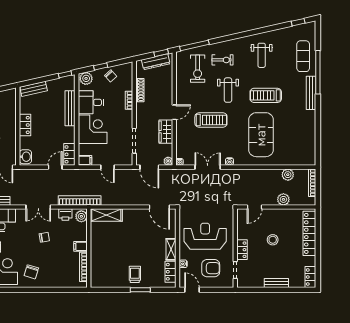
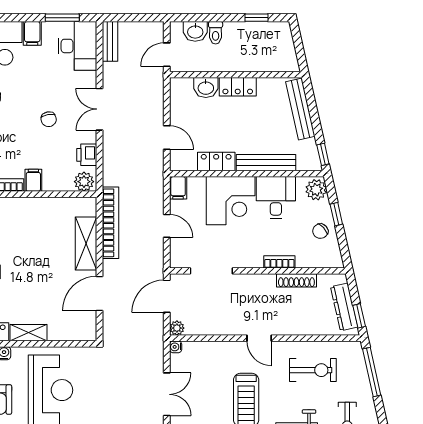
exercise bike: (198, 69) -> (313, 370), moved, turned 180
bench: (34, 89) -> (300, 109), width x1.36
wardrobe: (166, 132) -> (227, 324), removed
locker: (69, 154) -> (216, 161), moved
washbasin: (25, 157) -> (206, 88), moved
door: (108, 167) -> (167, 226), swing flipped
bookcase: (80, 201) -> (110, 223), moved
door: (159, 207) -> (100, 293), moved
shelving: (106, 215) -> (86, 243), moved

